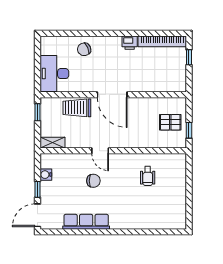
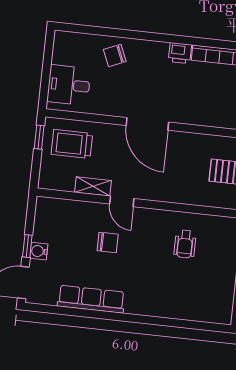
desk: (54, 74) -> (69, 85), width x0.73
trolley: (77, 108) -> (72, 144), moved
shelving: (52, 143) -> (93, 186), moved
water cooler: (46, 175) -> (39, 251), moved

